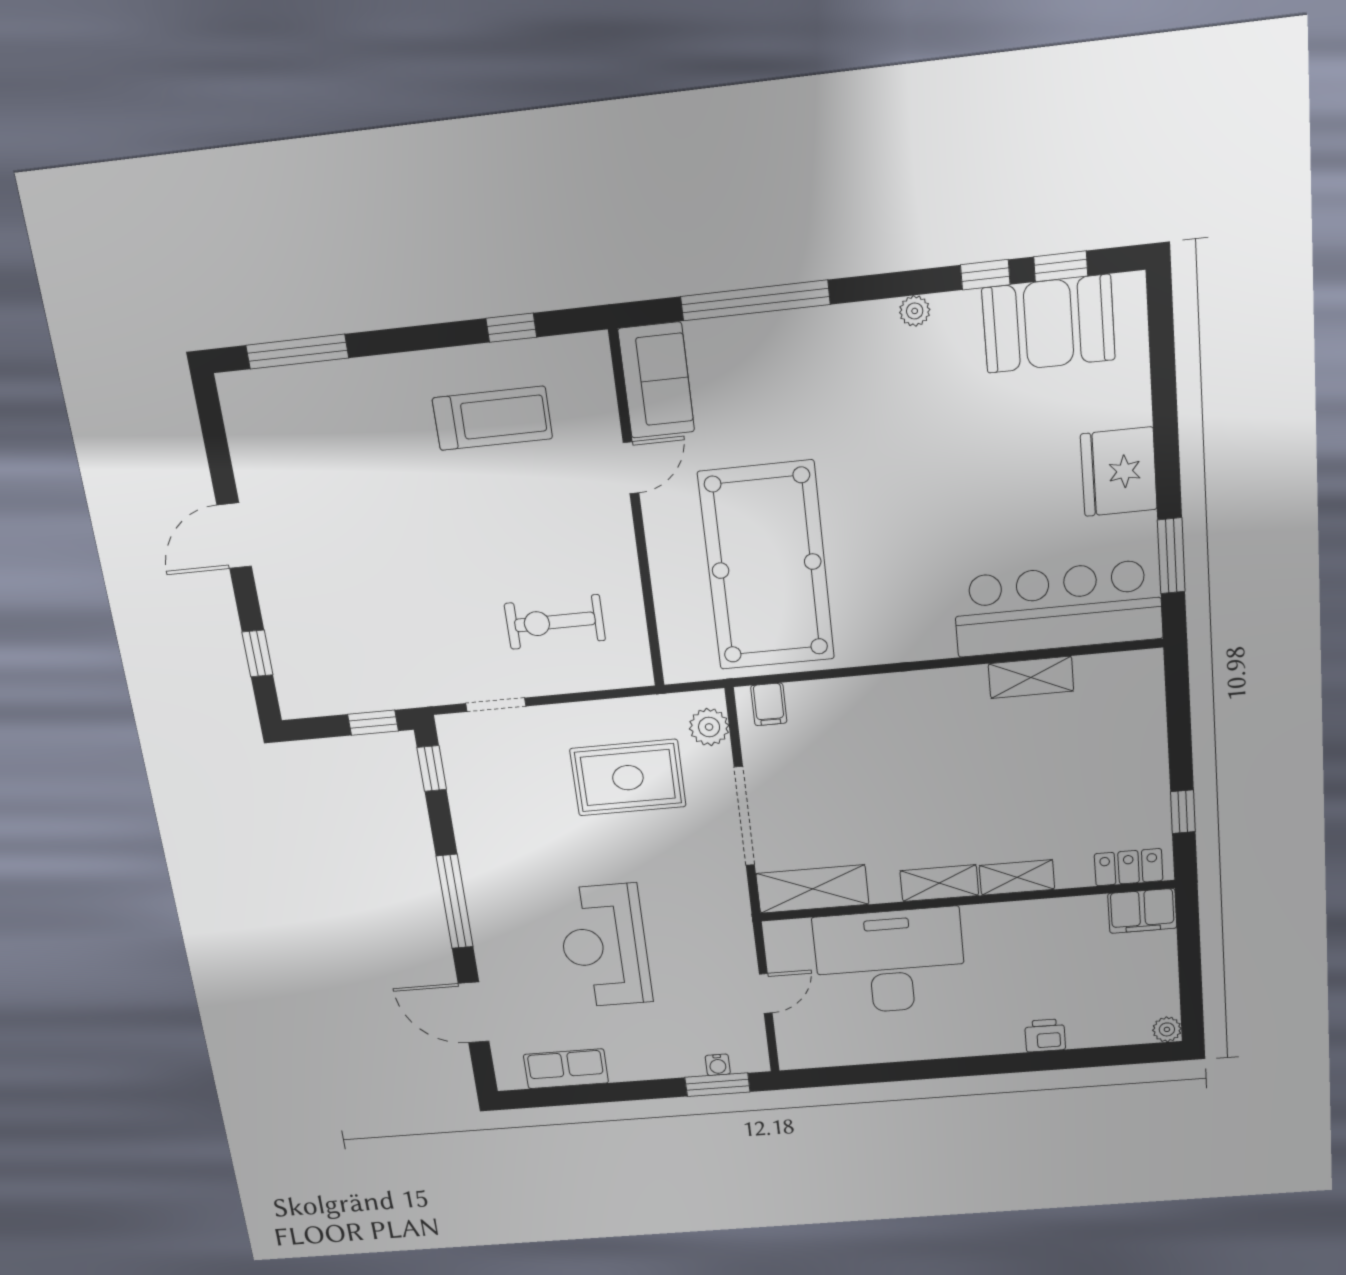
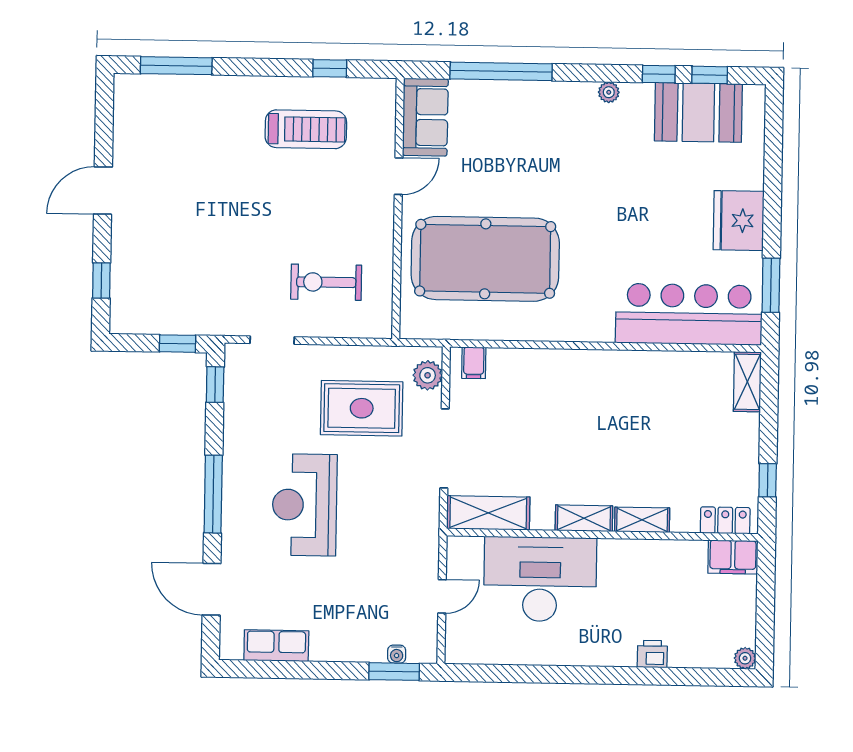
pool table: (766, 566) -> (485, 259), turned 90
shelving: (1031, 677) -> (747, 382), moved, turned 90
reception desk: (604, 946) -> (305, 505), moved

